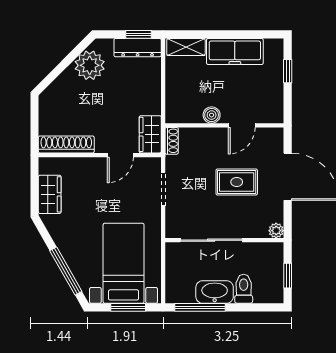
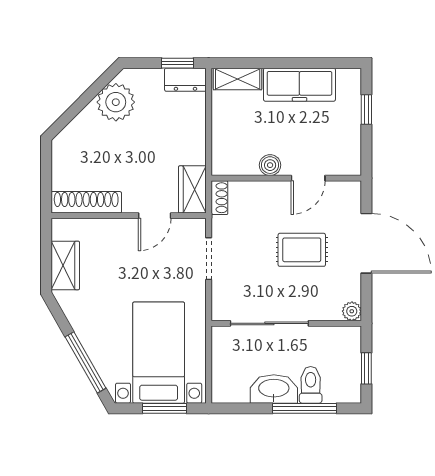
dresser: (138, 48) -> (185, 80), width x0.70
window: (200, 307) -> (305, 408), moved

